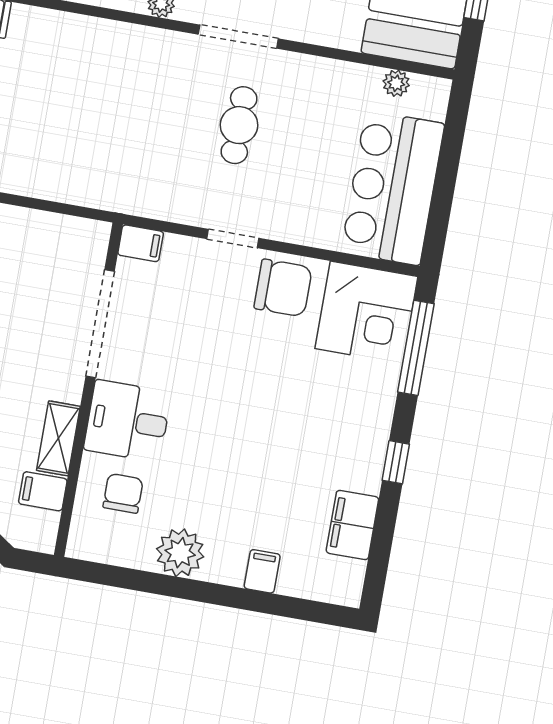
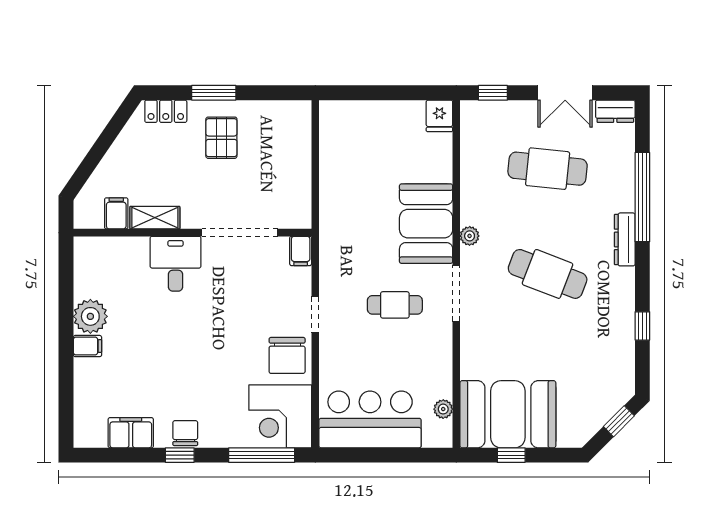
booth: (133, 62) -> (426, 224), added
chair: (123, 493) -> (185, 433), moved, turned -90
filing cabinet: (262, 571) -> (87, 346), moved

